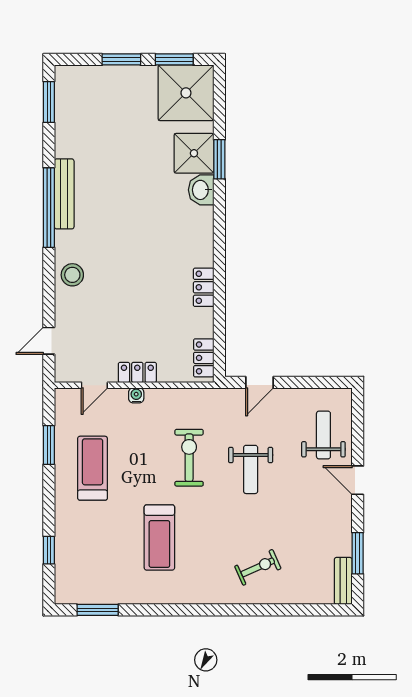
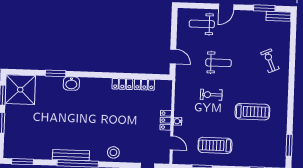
shower: (194, 153) -> (52, 87), removed
locker: (204, 358) -> (144, 85), moved
exercise bike: (189, 458) -> (211, 95), width x0.73, depth x0.72

